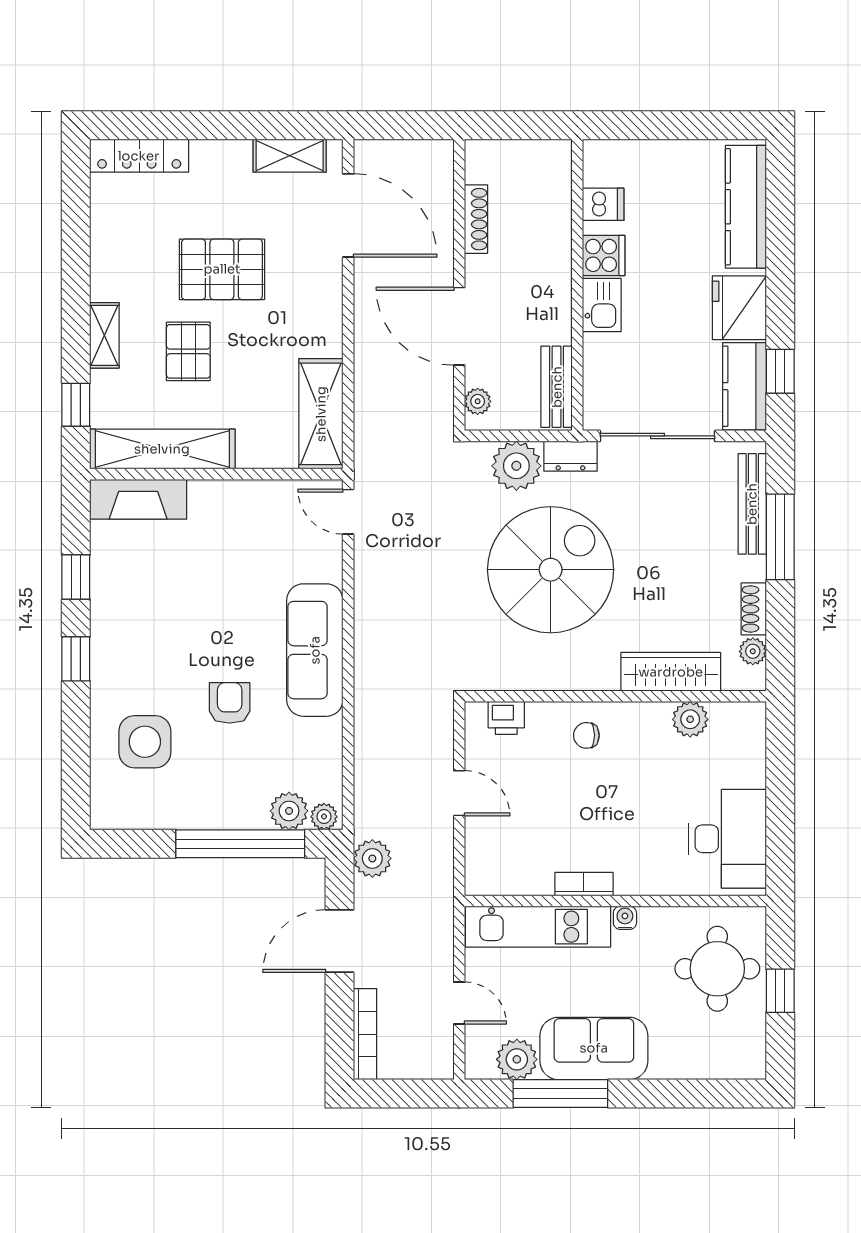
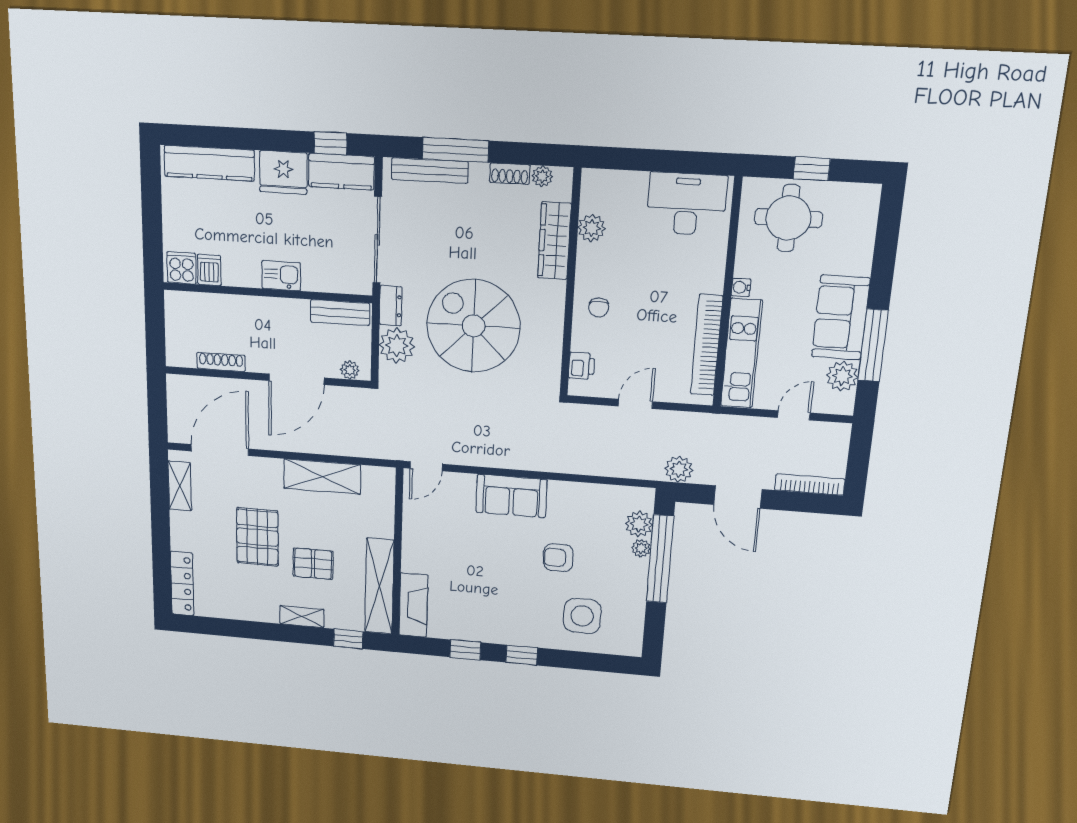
cooker: (604, 255) -> (182, 268), moved
shelving: (321, 414) -> (322, 477), moved
sofa: (315, 650) -> (511, 496), width x0.73
plant: (324, 817) -> (641, 548), moved
bookcase: (584, 884) -> (707, 345), width x2.31, depth x1.31

